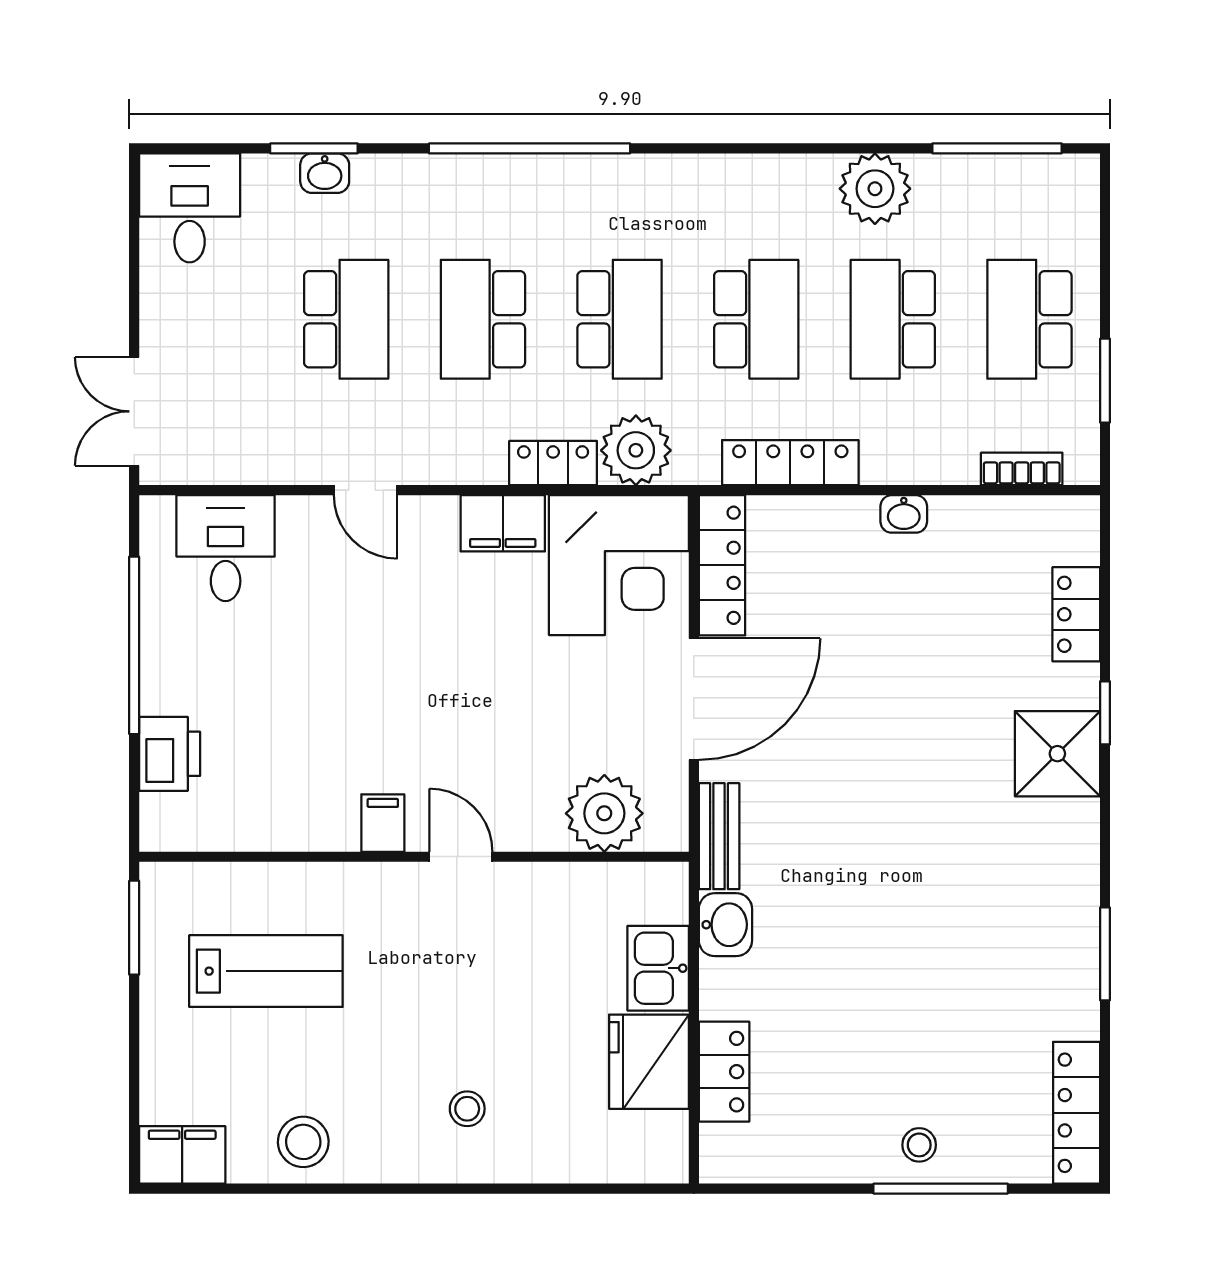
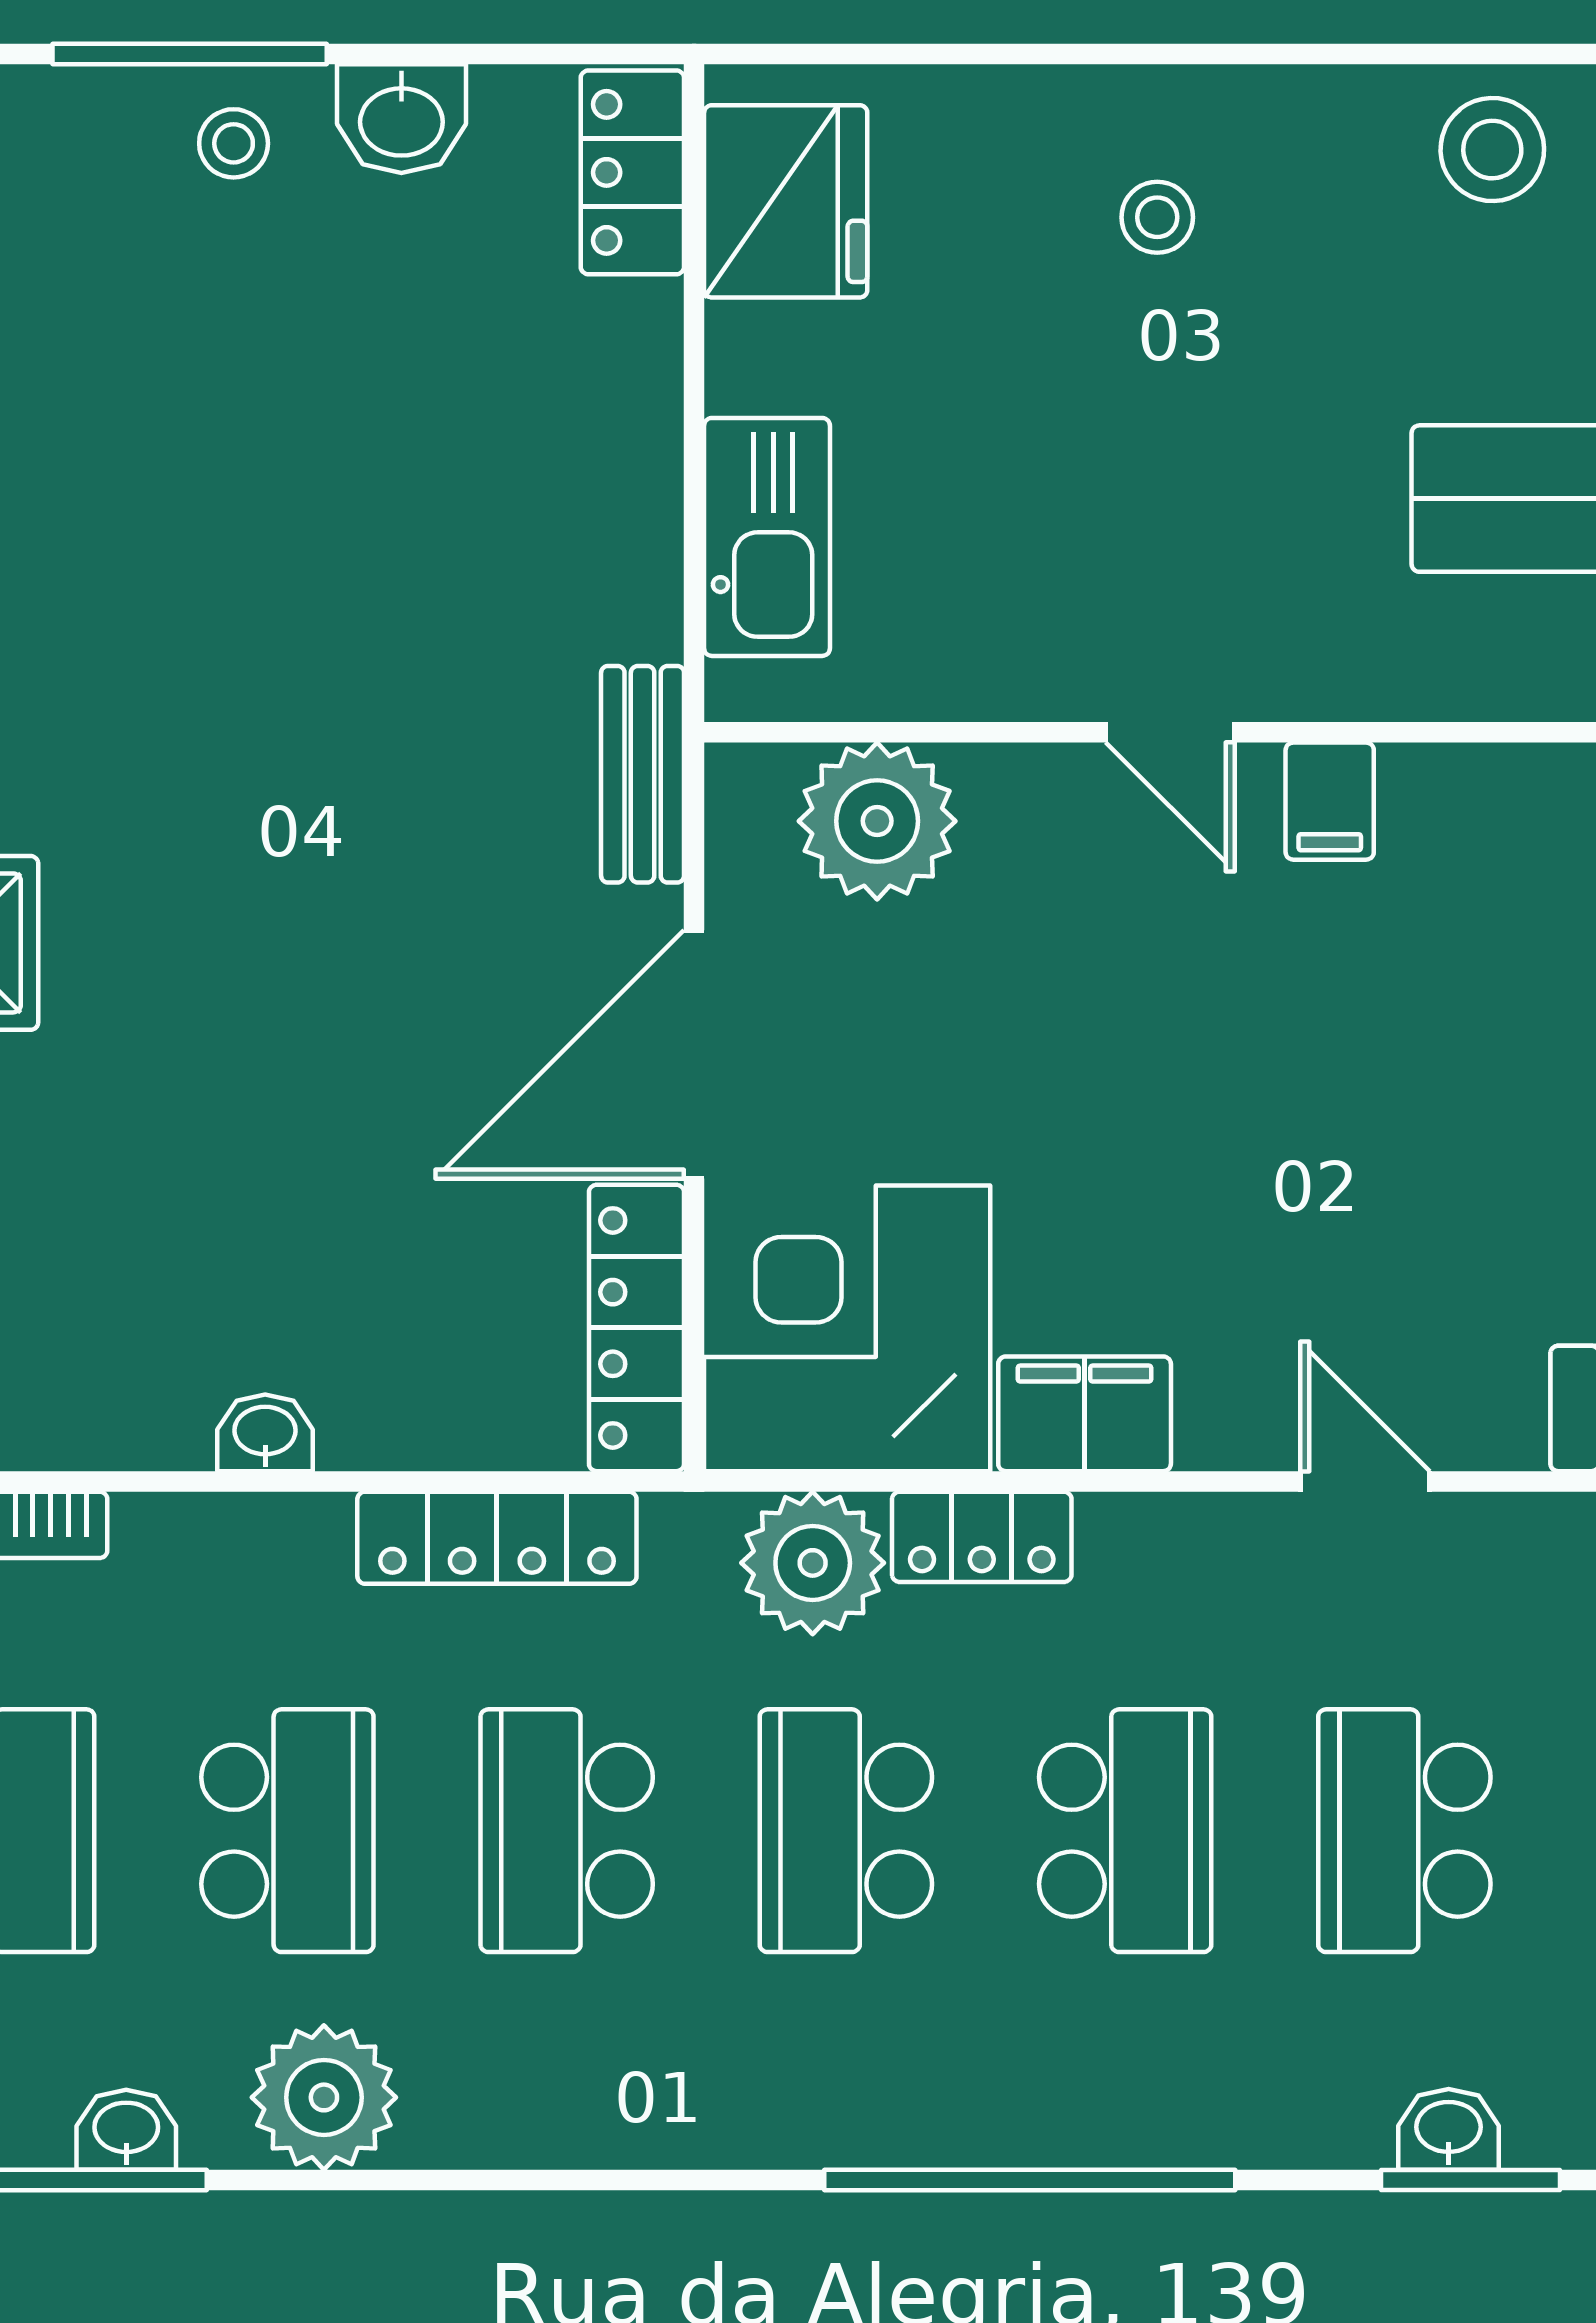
washbasin: (972, 173) -> (126, 2130), added
washbasin: (725, 925) -> (401, 119), moved, turned -90
kitchen sink: (658, 968) -> (767, 537), width x1.38
fridge: (649, 1062) -> (786, 201), moved
locker: (724, 1072) -> (632, 172), moved

